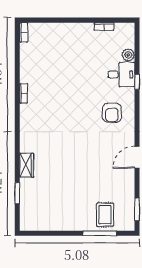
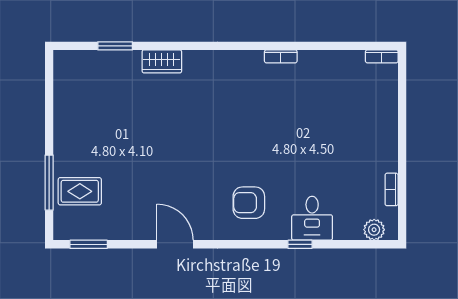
plant: (128, 55) -> (374, 230), moved

